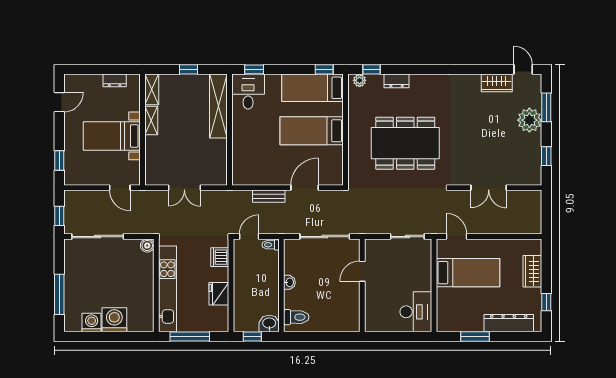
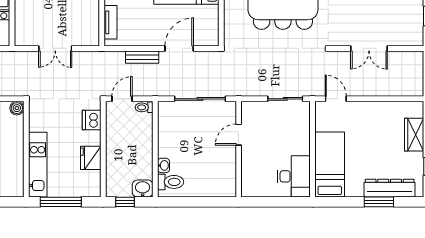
tv unit: (238, 162) -> (110, 22), added
bed: (468, 273) -> (330, 165), moved, turned -90
washbasin: (289, 282) -> (163, 165), moved
kitchen unit: (167, 289) -> (38, 165), width x0.73
window: (475, 337) -> (379, 202), moved

